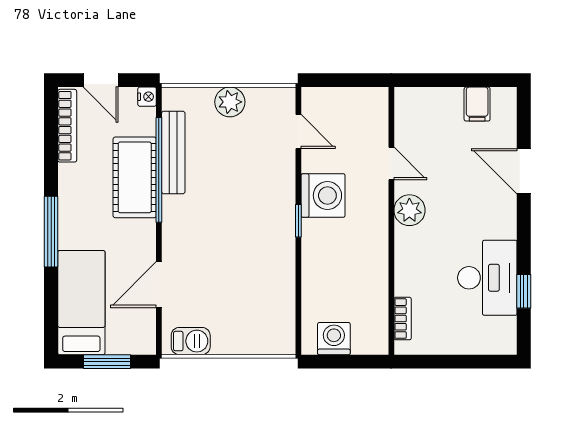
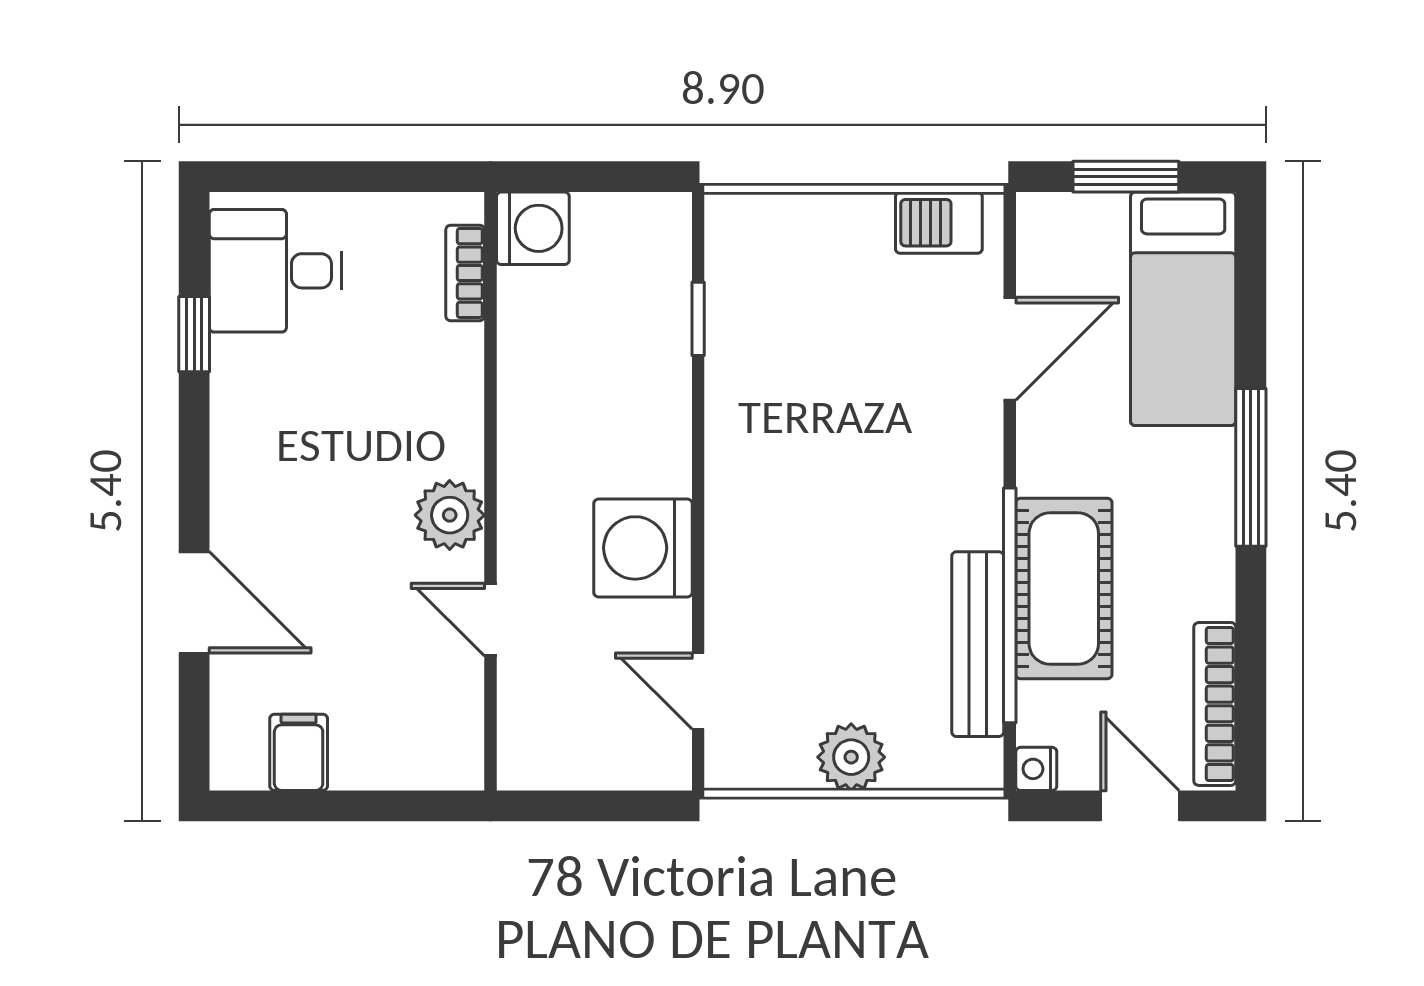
window: (298, 221) -> (698, 319), moved
desk: (487, 278) -> (276, 271), moved, width x0.73
washing machine: (334, 339) -> (533, 228), moved, turned -90

